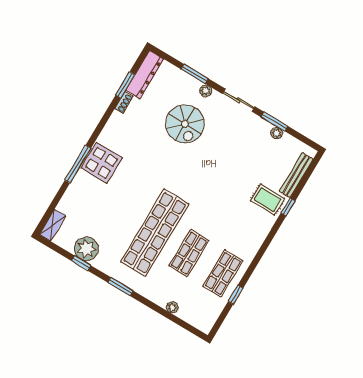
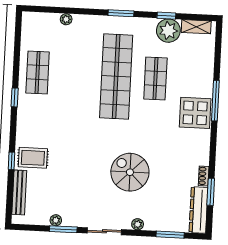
window: (195, 74) -> (170, 235), moved
spiral stairs: (185, 124) -> (130, 172), moved
shelving: (52, 225) -> (196, 27), moved, turned 90
shop shelf: (189, 253) -> (155, 78), moved
window: (236, 295) -> (15, 97), moved

